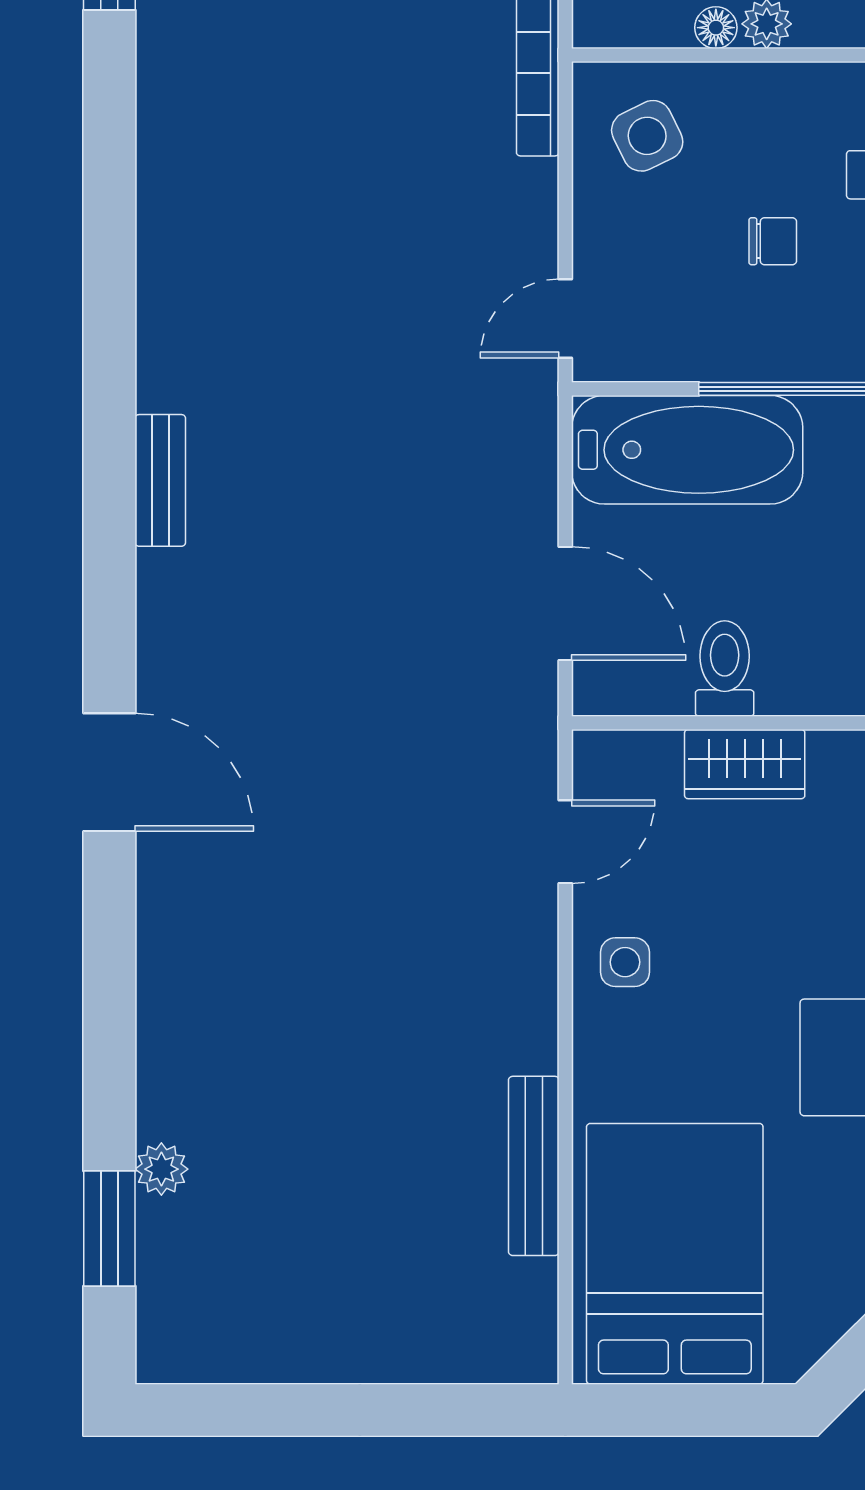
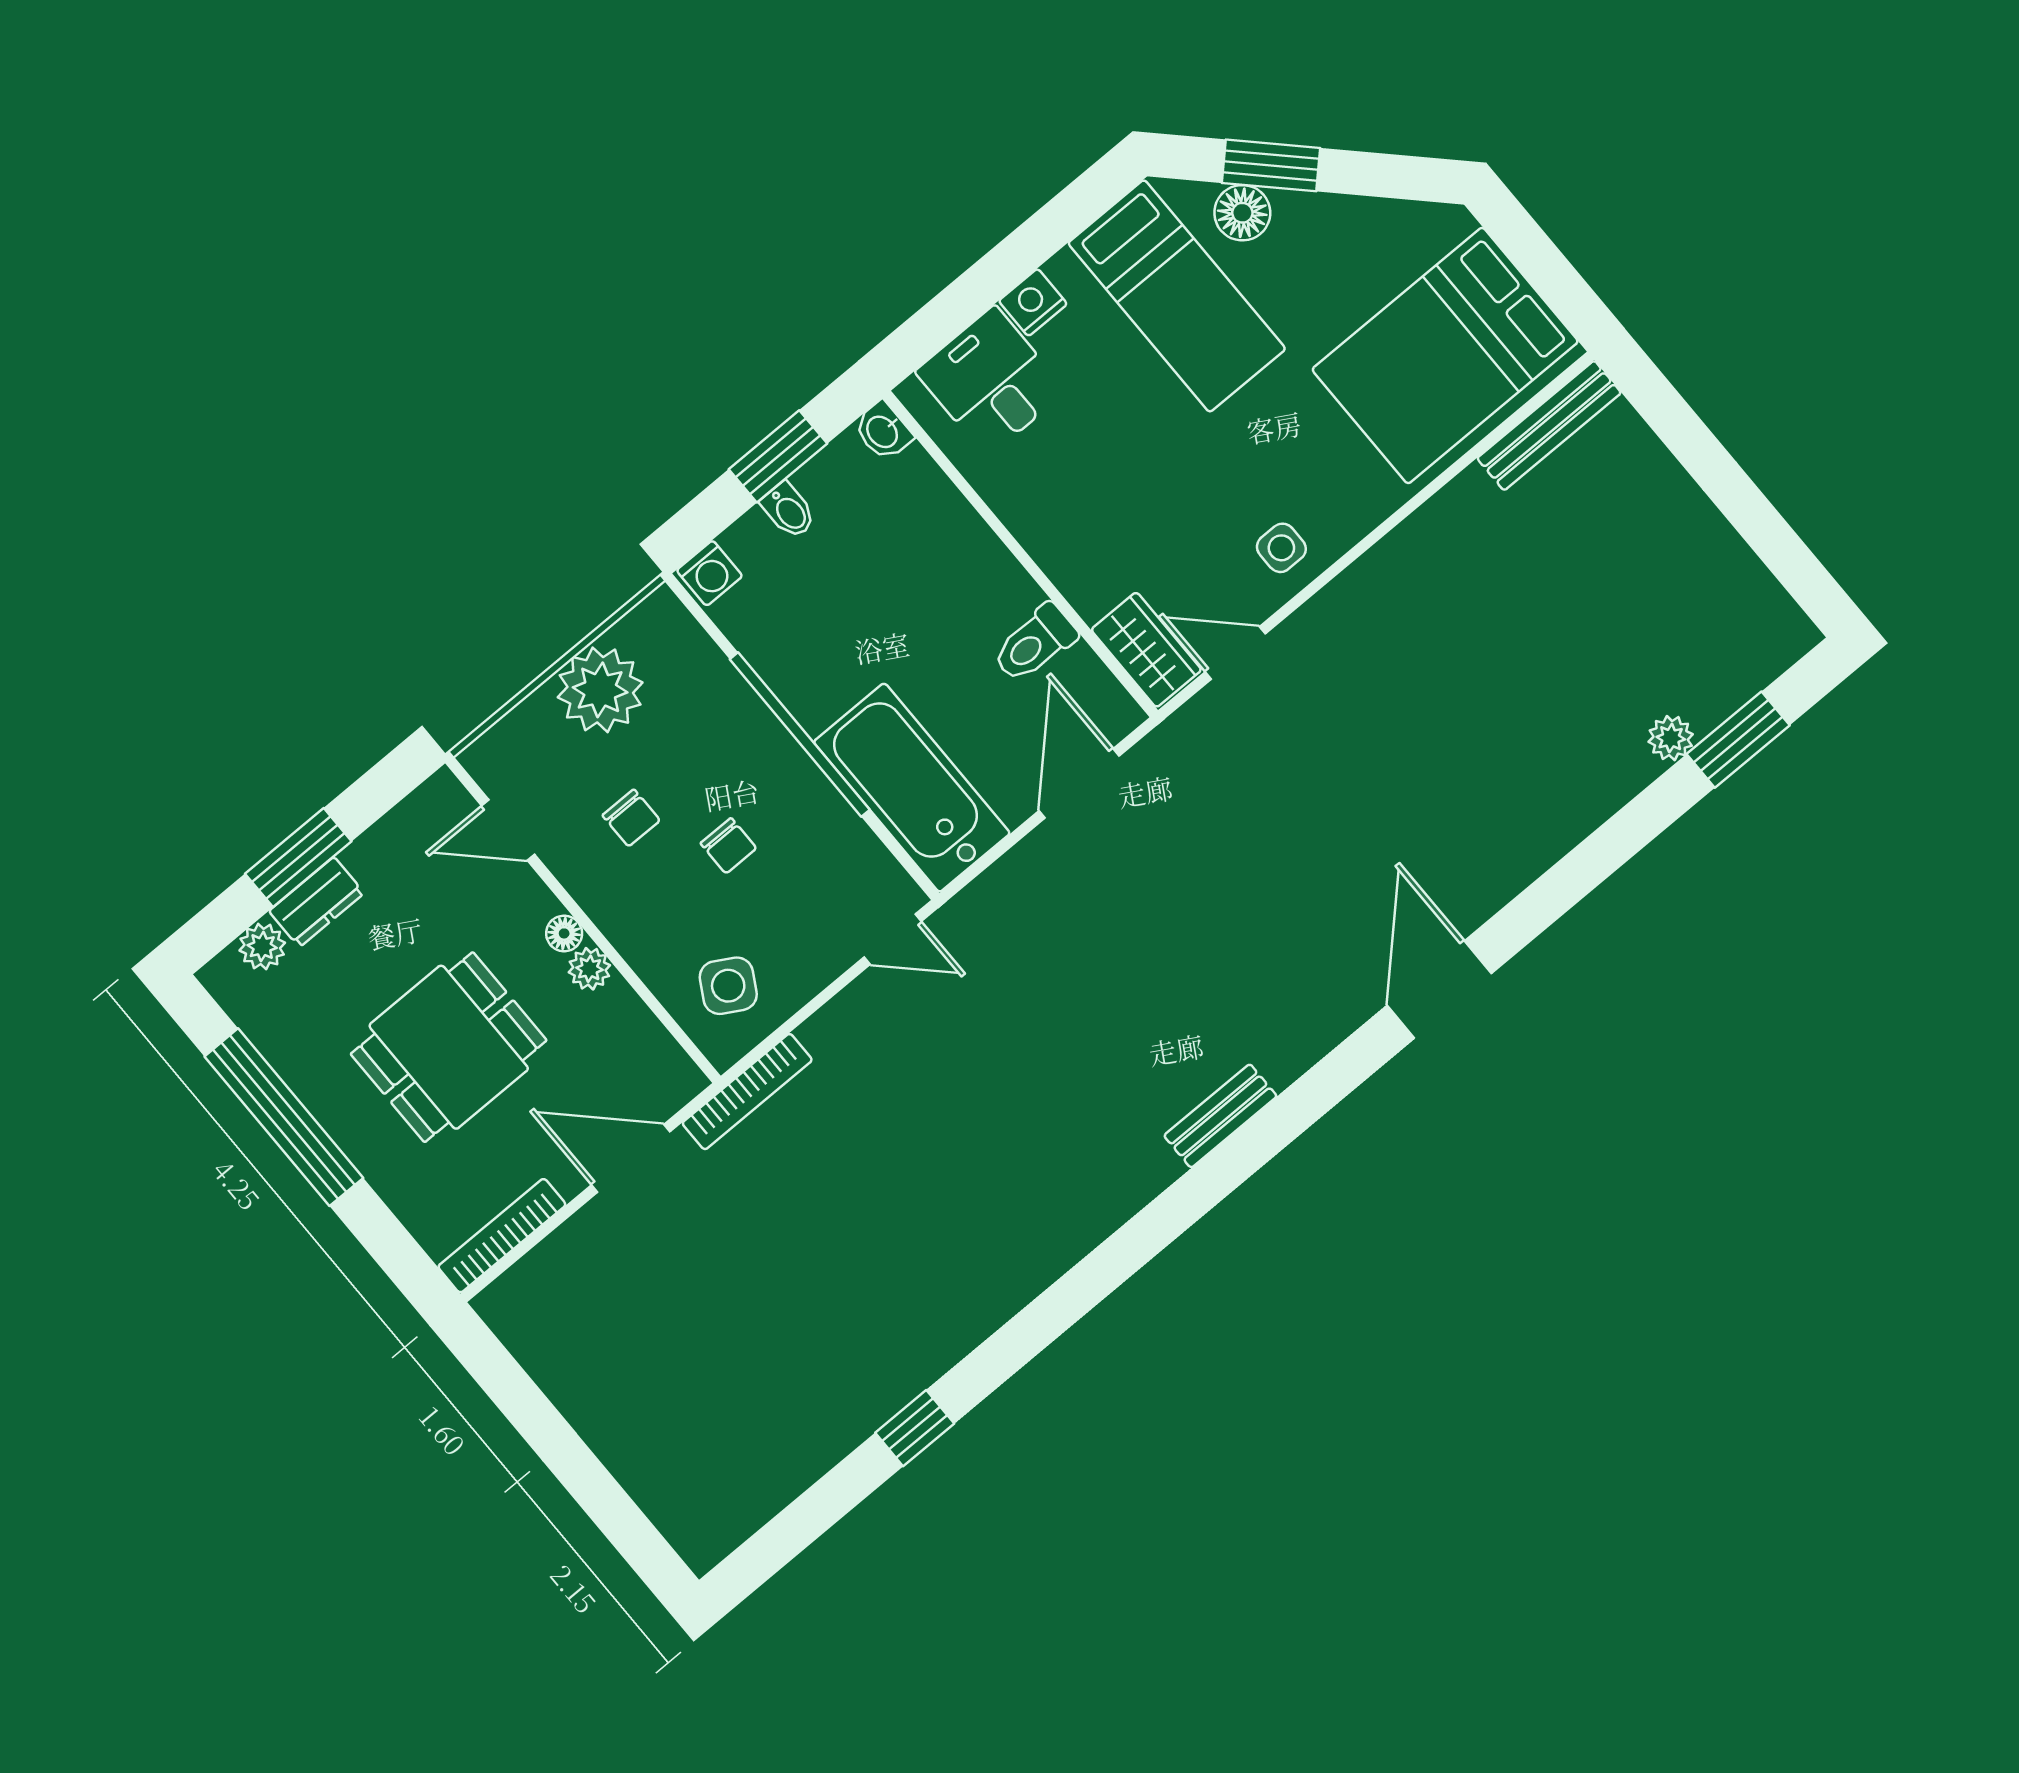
floor lamp: (716, 28) -> (564, 933), moved
side table: (647, 136) -> (728, 986), turned -34
chair: (773, 241) -> (728, 846), turned 180
wardrobe: (745, 764) -> (1146, 650), moved
bench: (534, 1166) -> (1549, 425), moved

